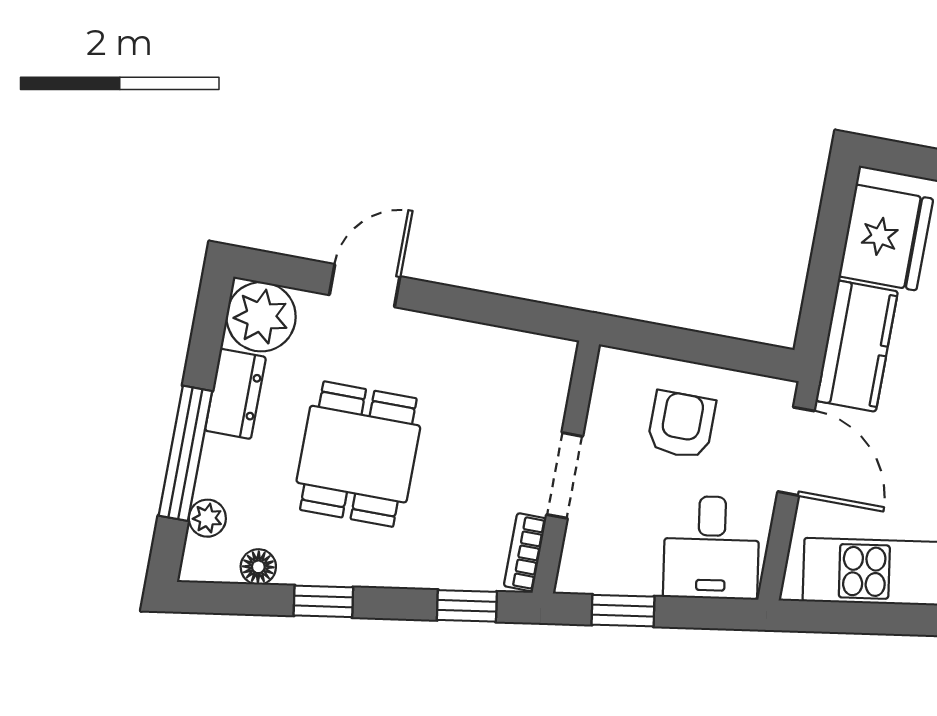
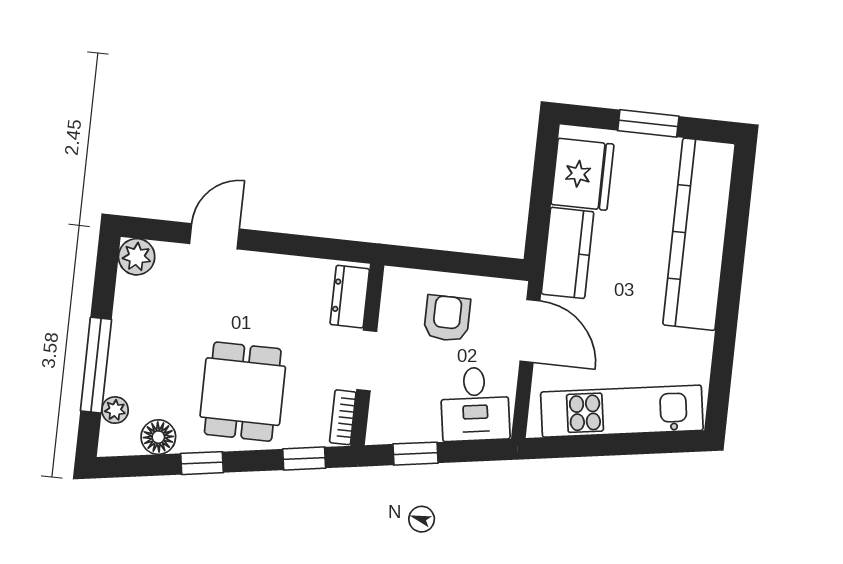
plant: (261, 317) -> (137, 257), width x0.73, depth x0.73
dresser: (235, 394) -> (350, 297), moved, turned 180
dining table: (358, 454) -> (243, 392), moved
floor lamp: (258, 567) -> (158, 437), width x1.37, depth x1.37

